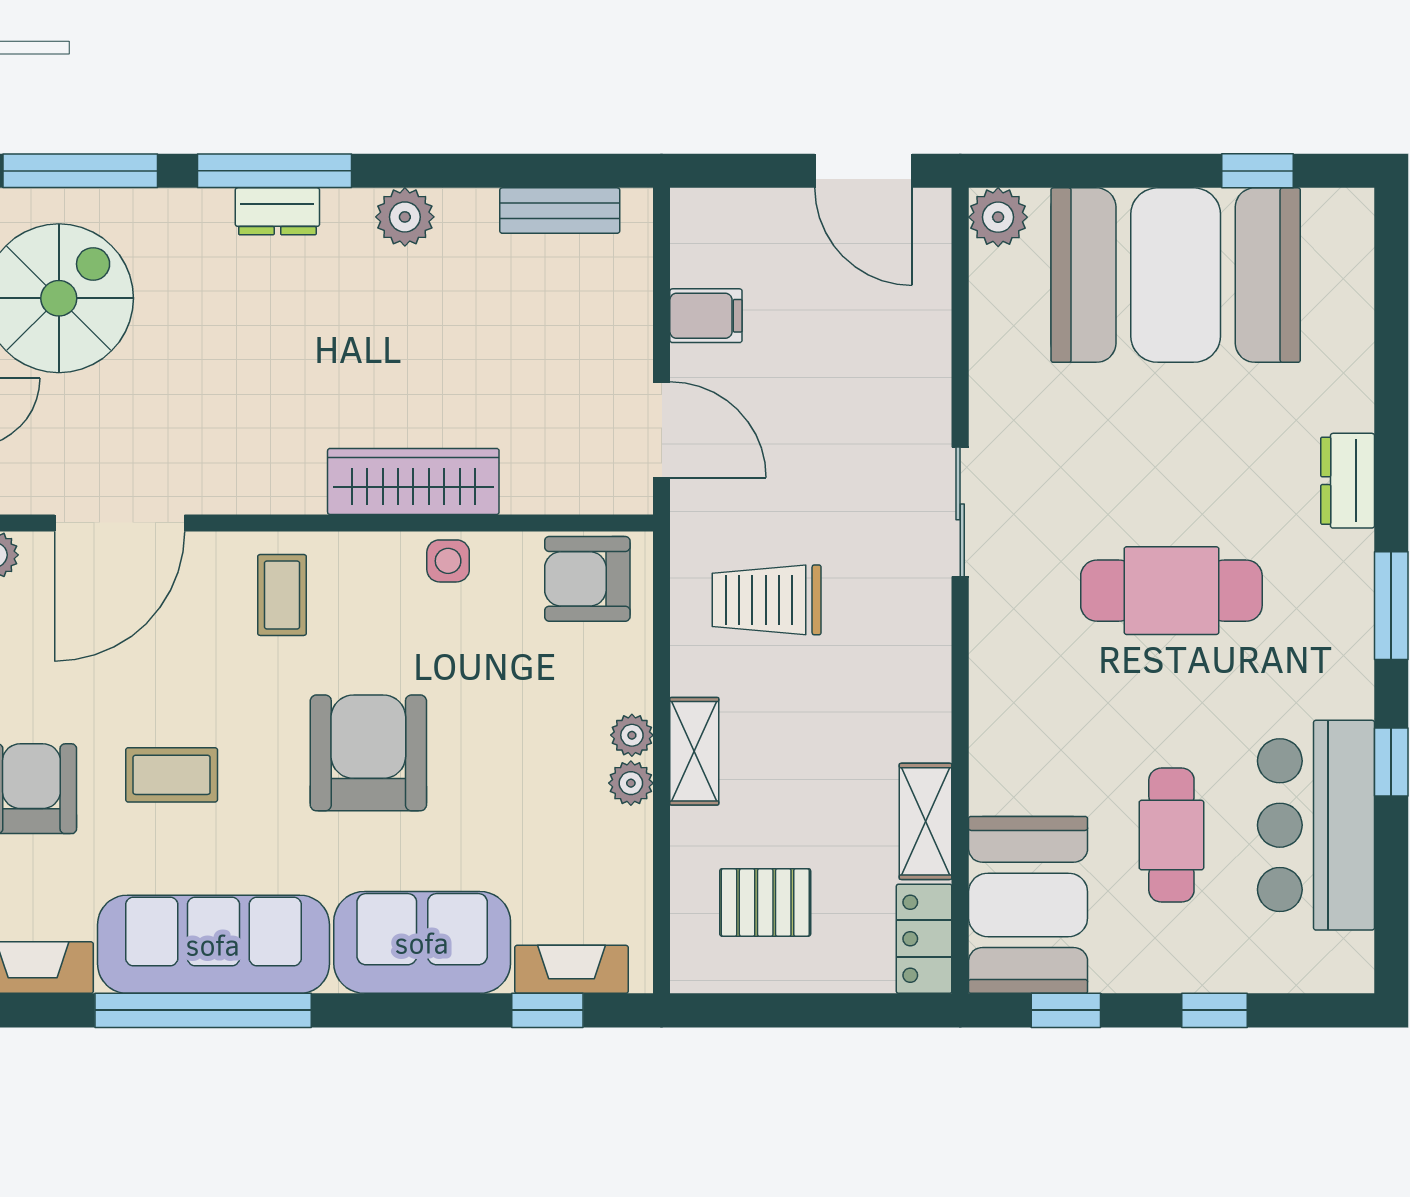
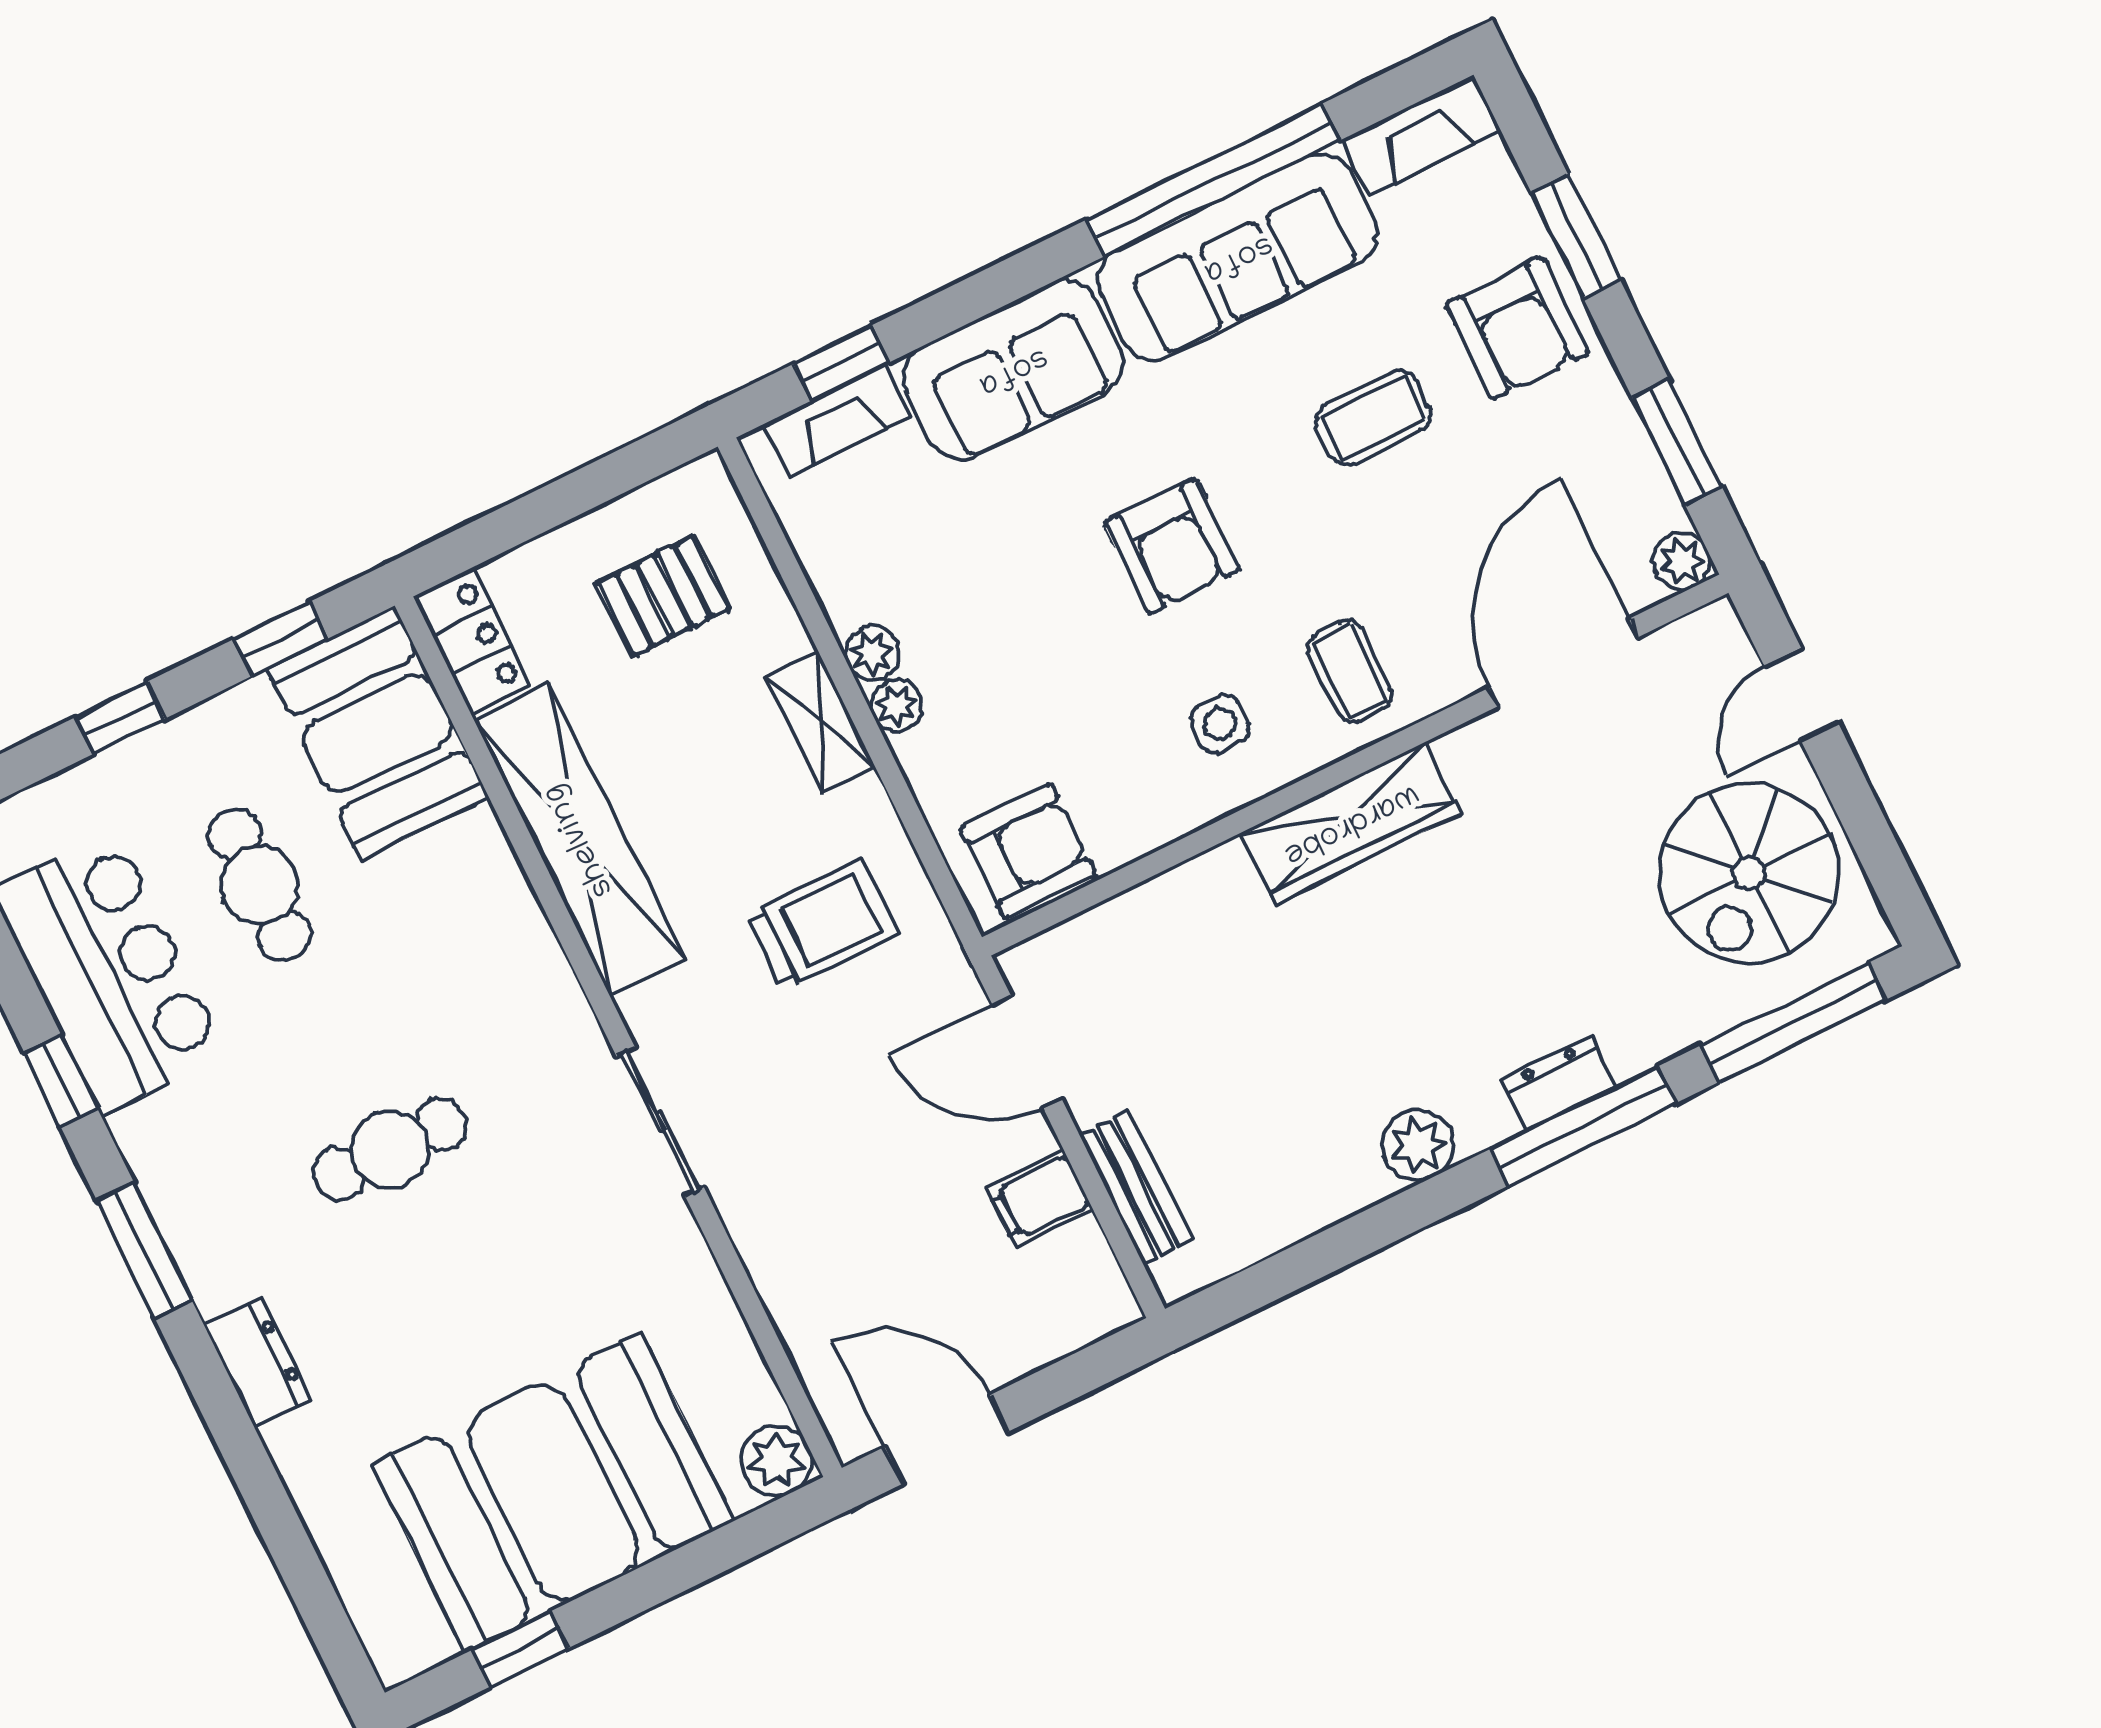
bench: (560, 211) -> (1136, 1187), moved, turned 90
wardrobe: (413, 481) -> (1351, 823), moved
side table: (448, 561) -> (1220, 724), moved
cafe table: (1171, 591) -> (390, 1149), width x0.73, depth x0.74
armchair: (368, 753) -> (1172, 546), width x0.73, depth x0.73
shelving: (926, 821) -> (580, 840), width x2.20, depth x1.33

